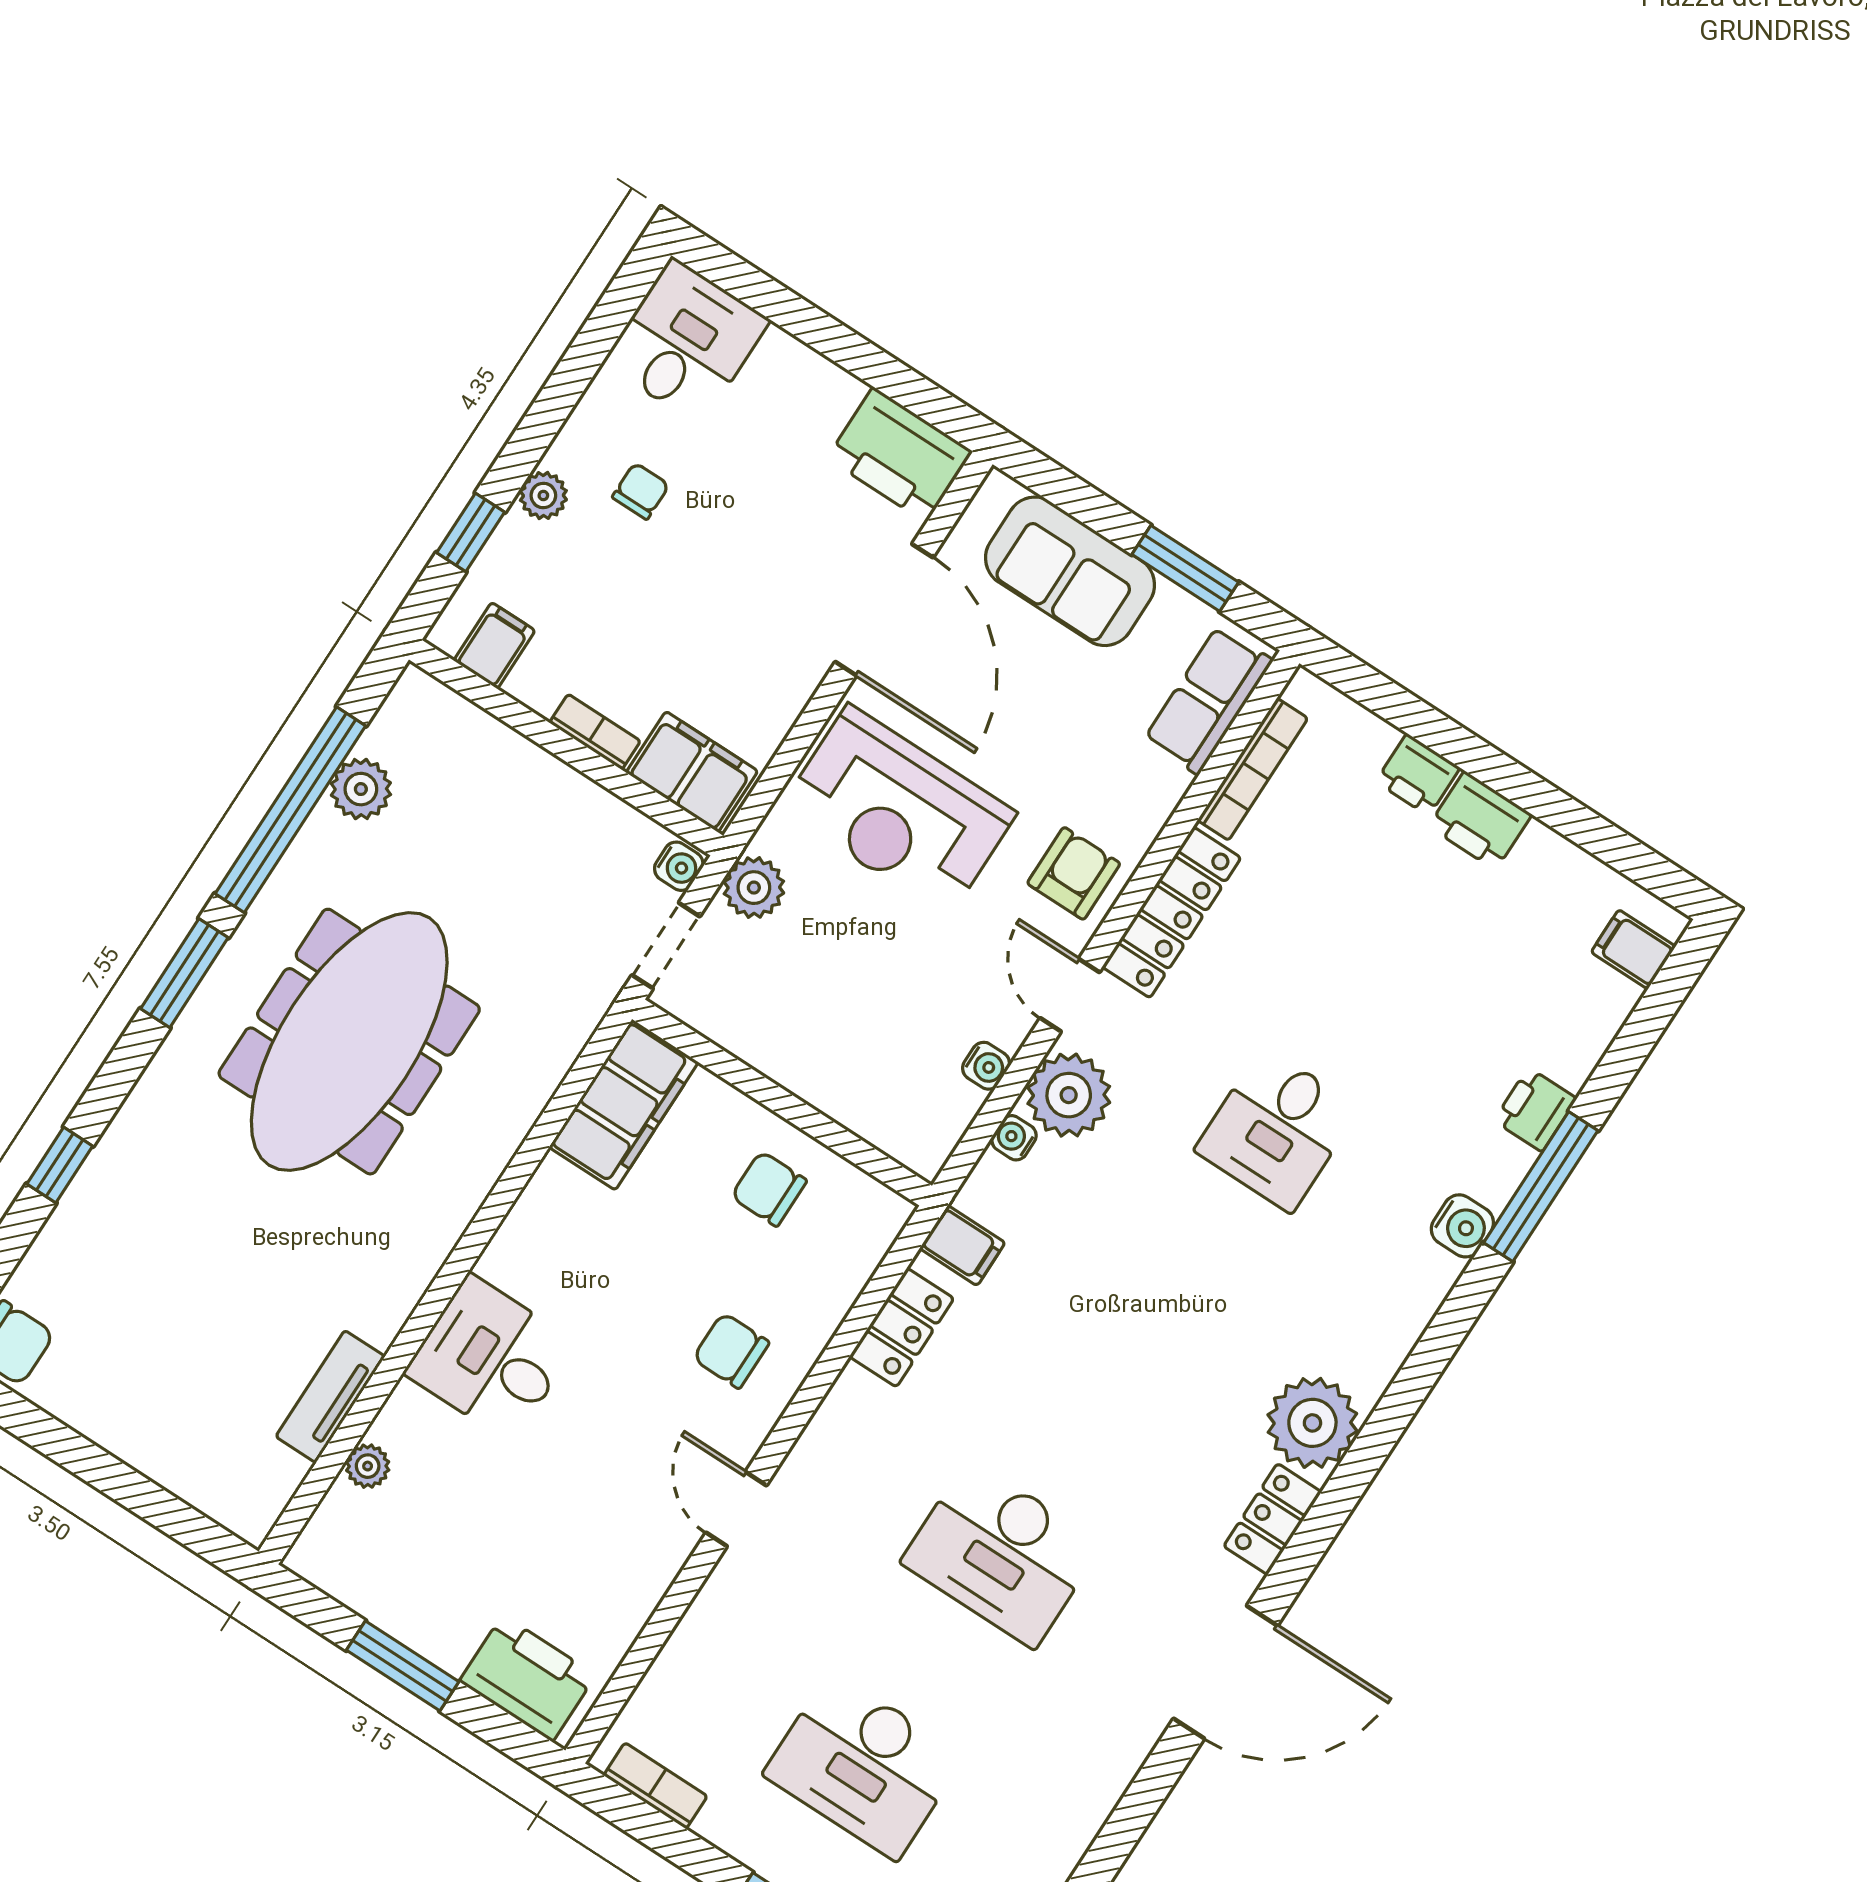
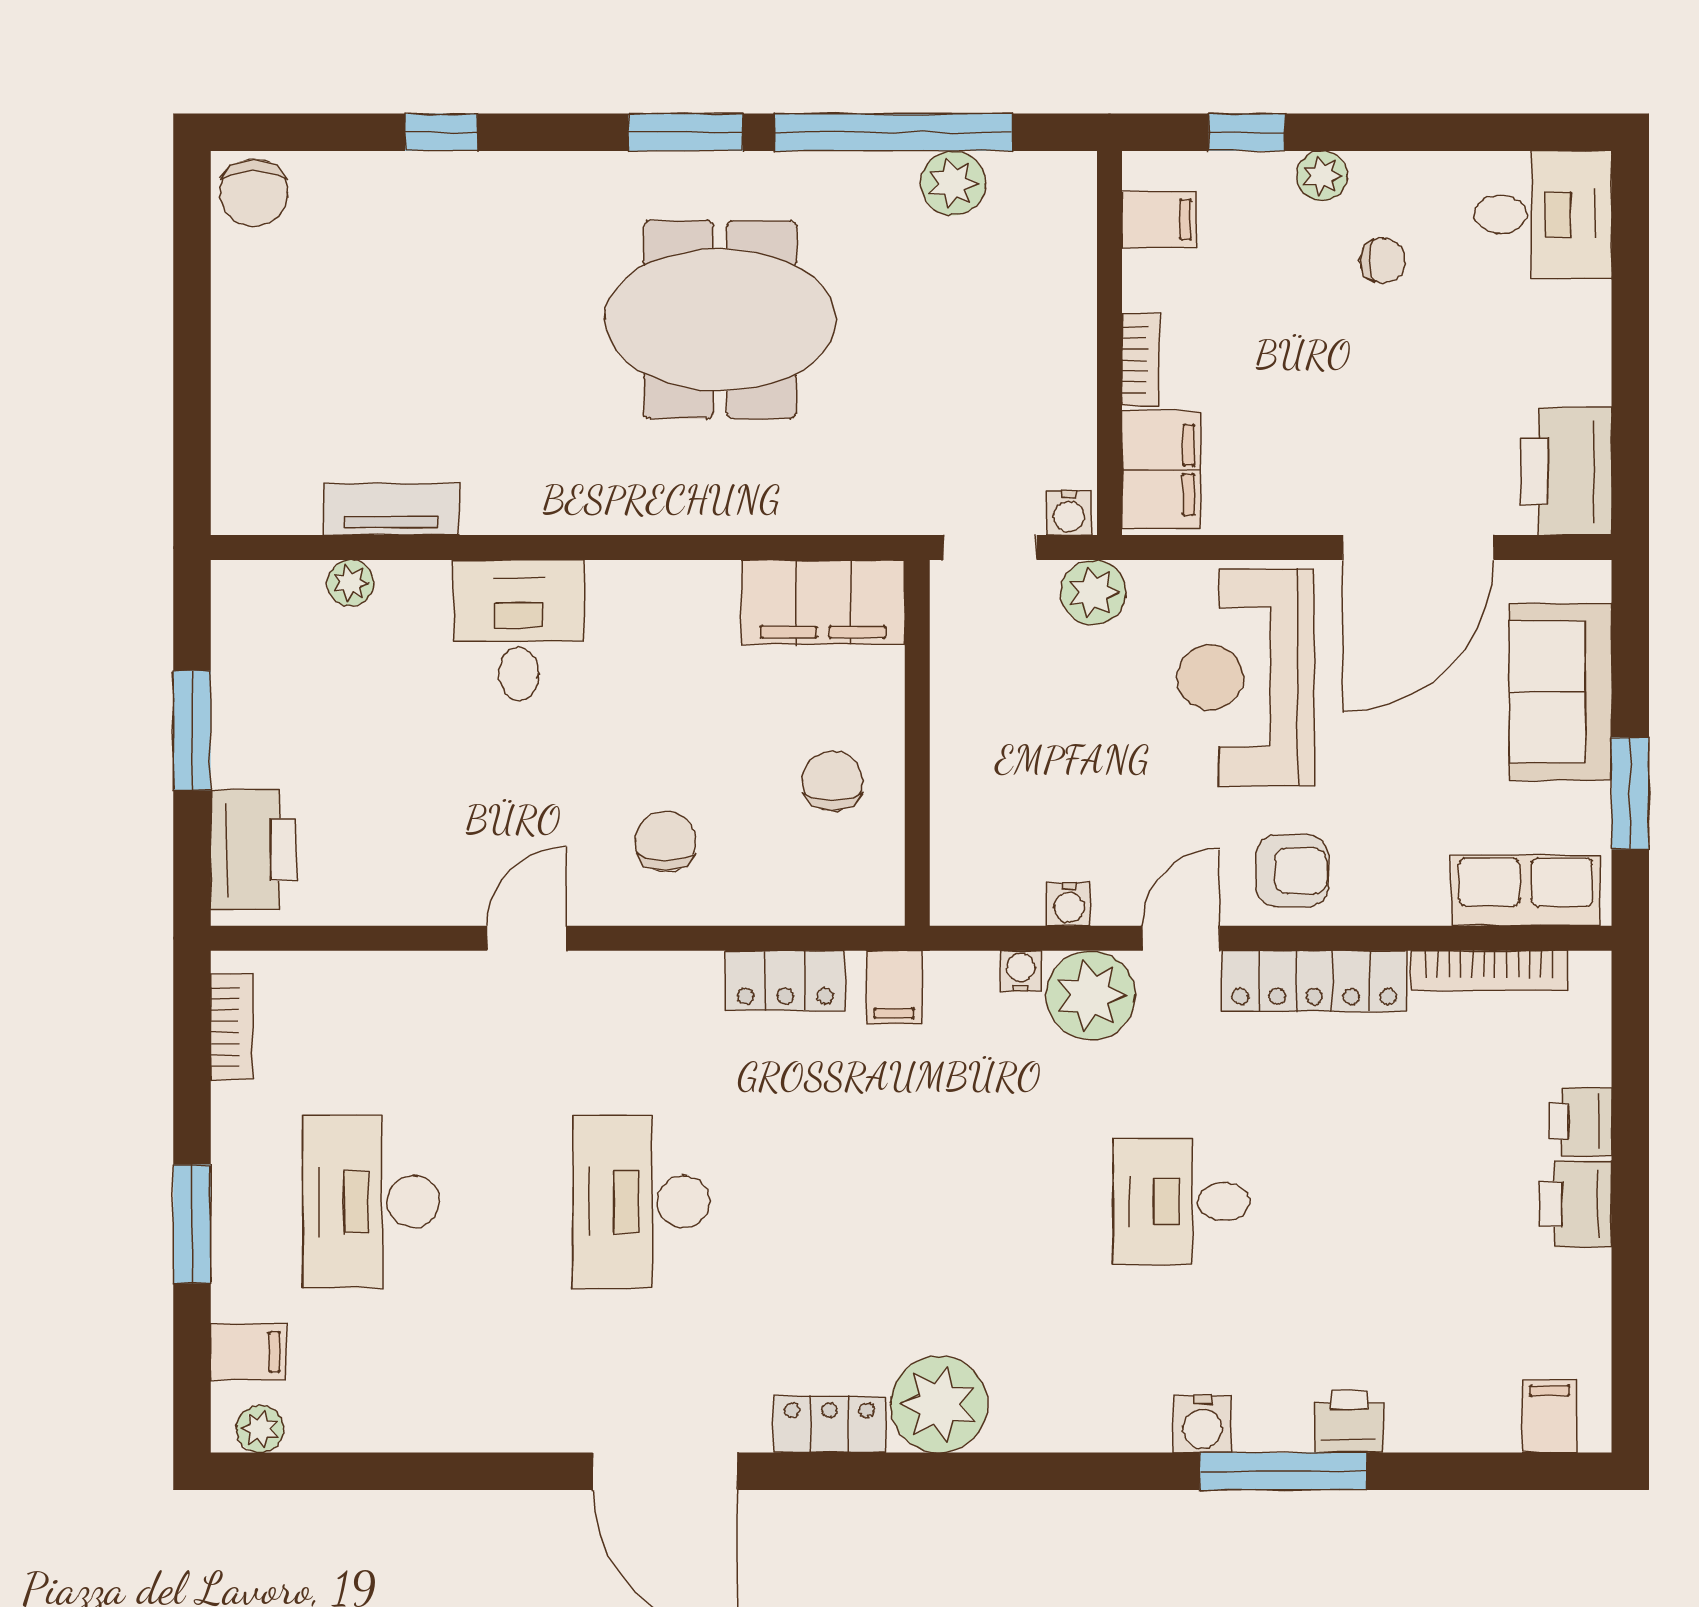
meeting table: (349, 1042) -> (720, 320), width x0.73

